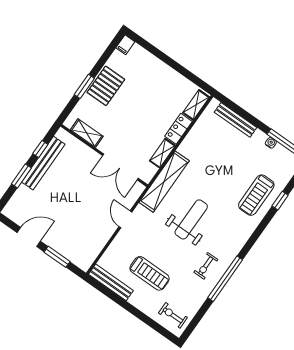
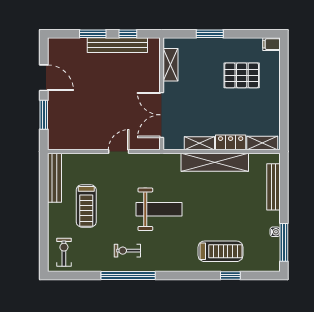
pallet: (106, 86) -> (242, 75), moved
shelving: (164, 182) -> (215, 162), moved
treadmill: (256, 195) -> (220, 251), turned 180

